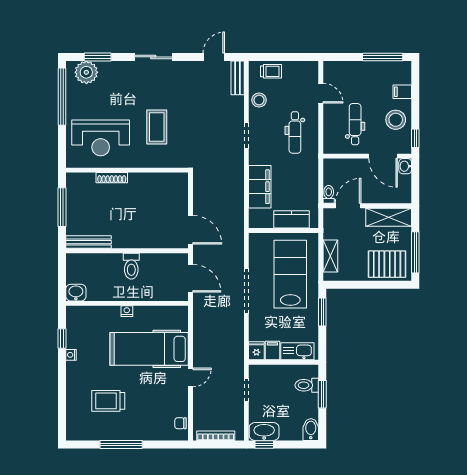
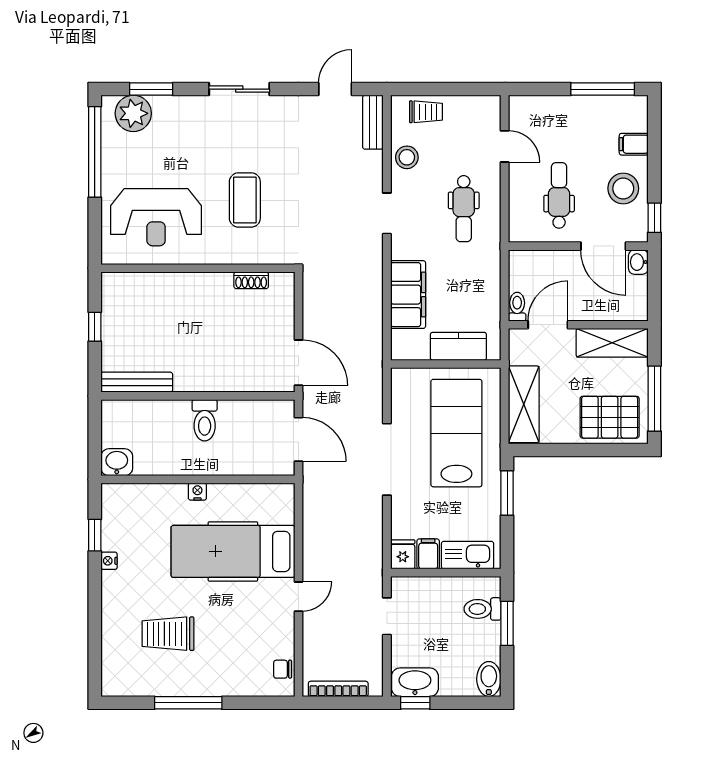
shoe rack: (112, 178) -> (251, 280), moved, width x0.70
window: (62, 207) -> (95, 327), width x0.46
shelving: (330, 256) -> (524, 404), width x1.50, depth x1.33

